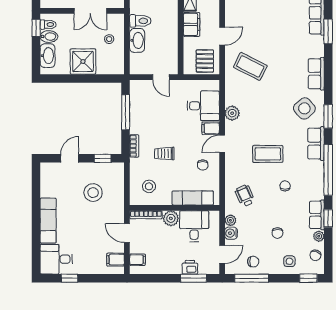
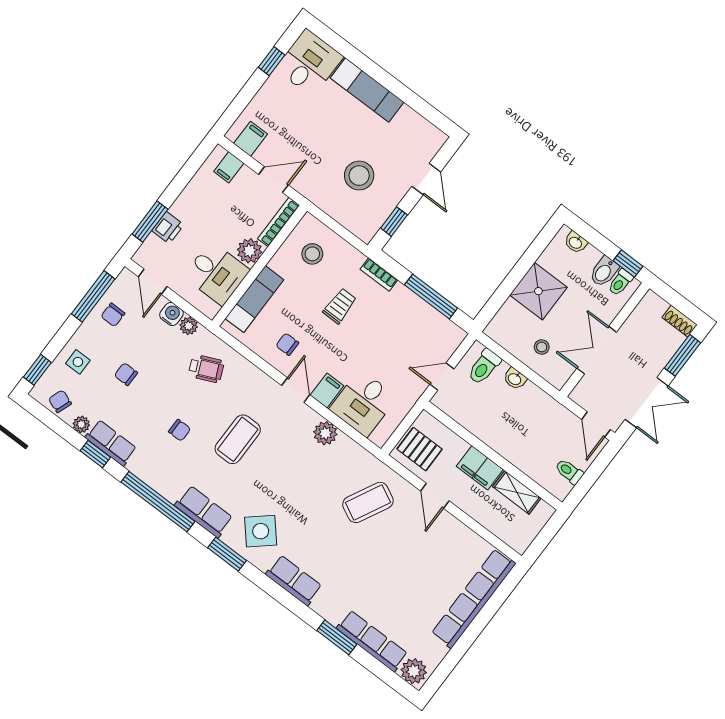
toilet: (140, 21) -> (484, 367), moved
washbasin: (137, 40) -> (515, 379), width x0.52, depth x0.69
washbasin: (47, 56) -> (576, 242), width x0.52, depth x0.69

